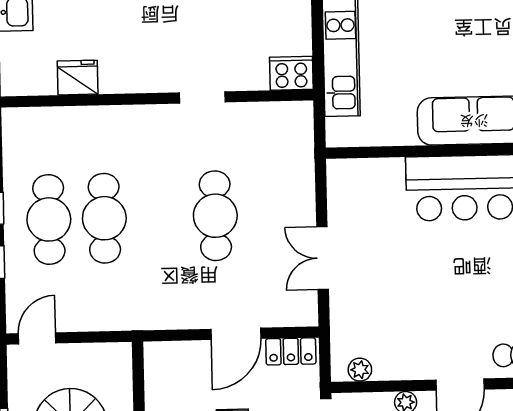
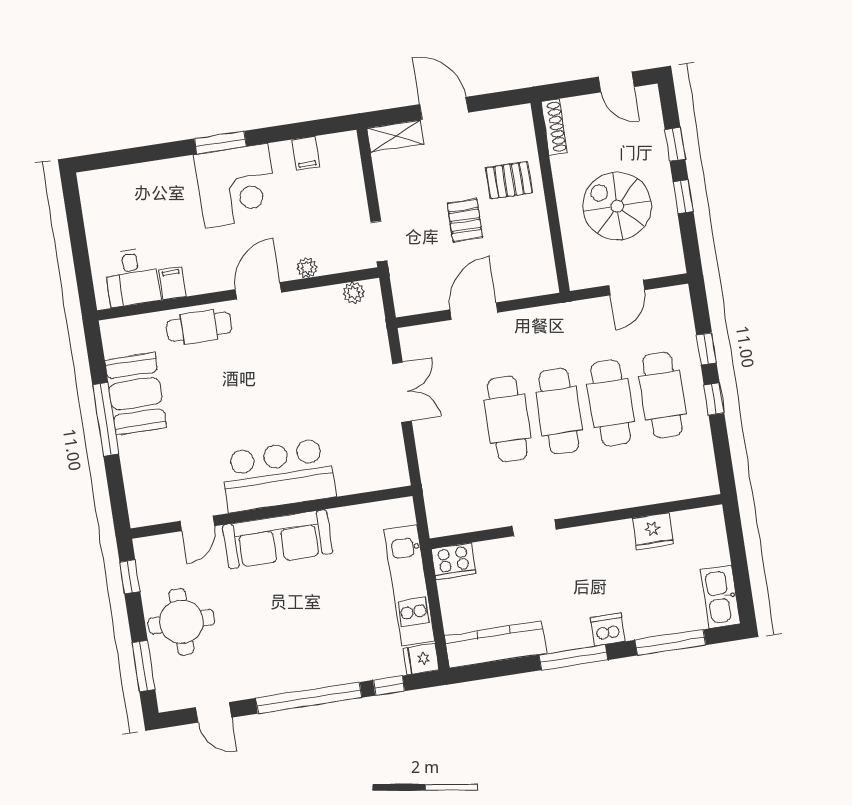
cafe table: (160, 217) -> (559, 411), added
door: (37, 338) -> (627, 288), moved
locker: (291, 351) -> (420, 301), removed

